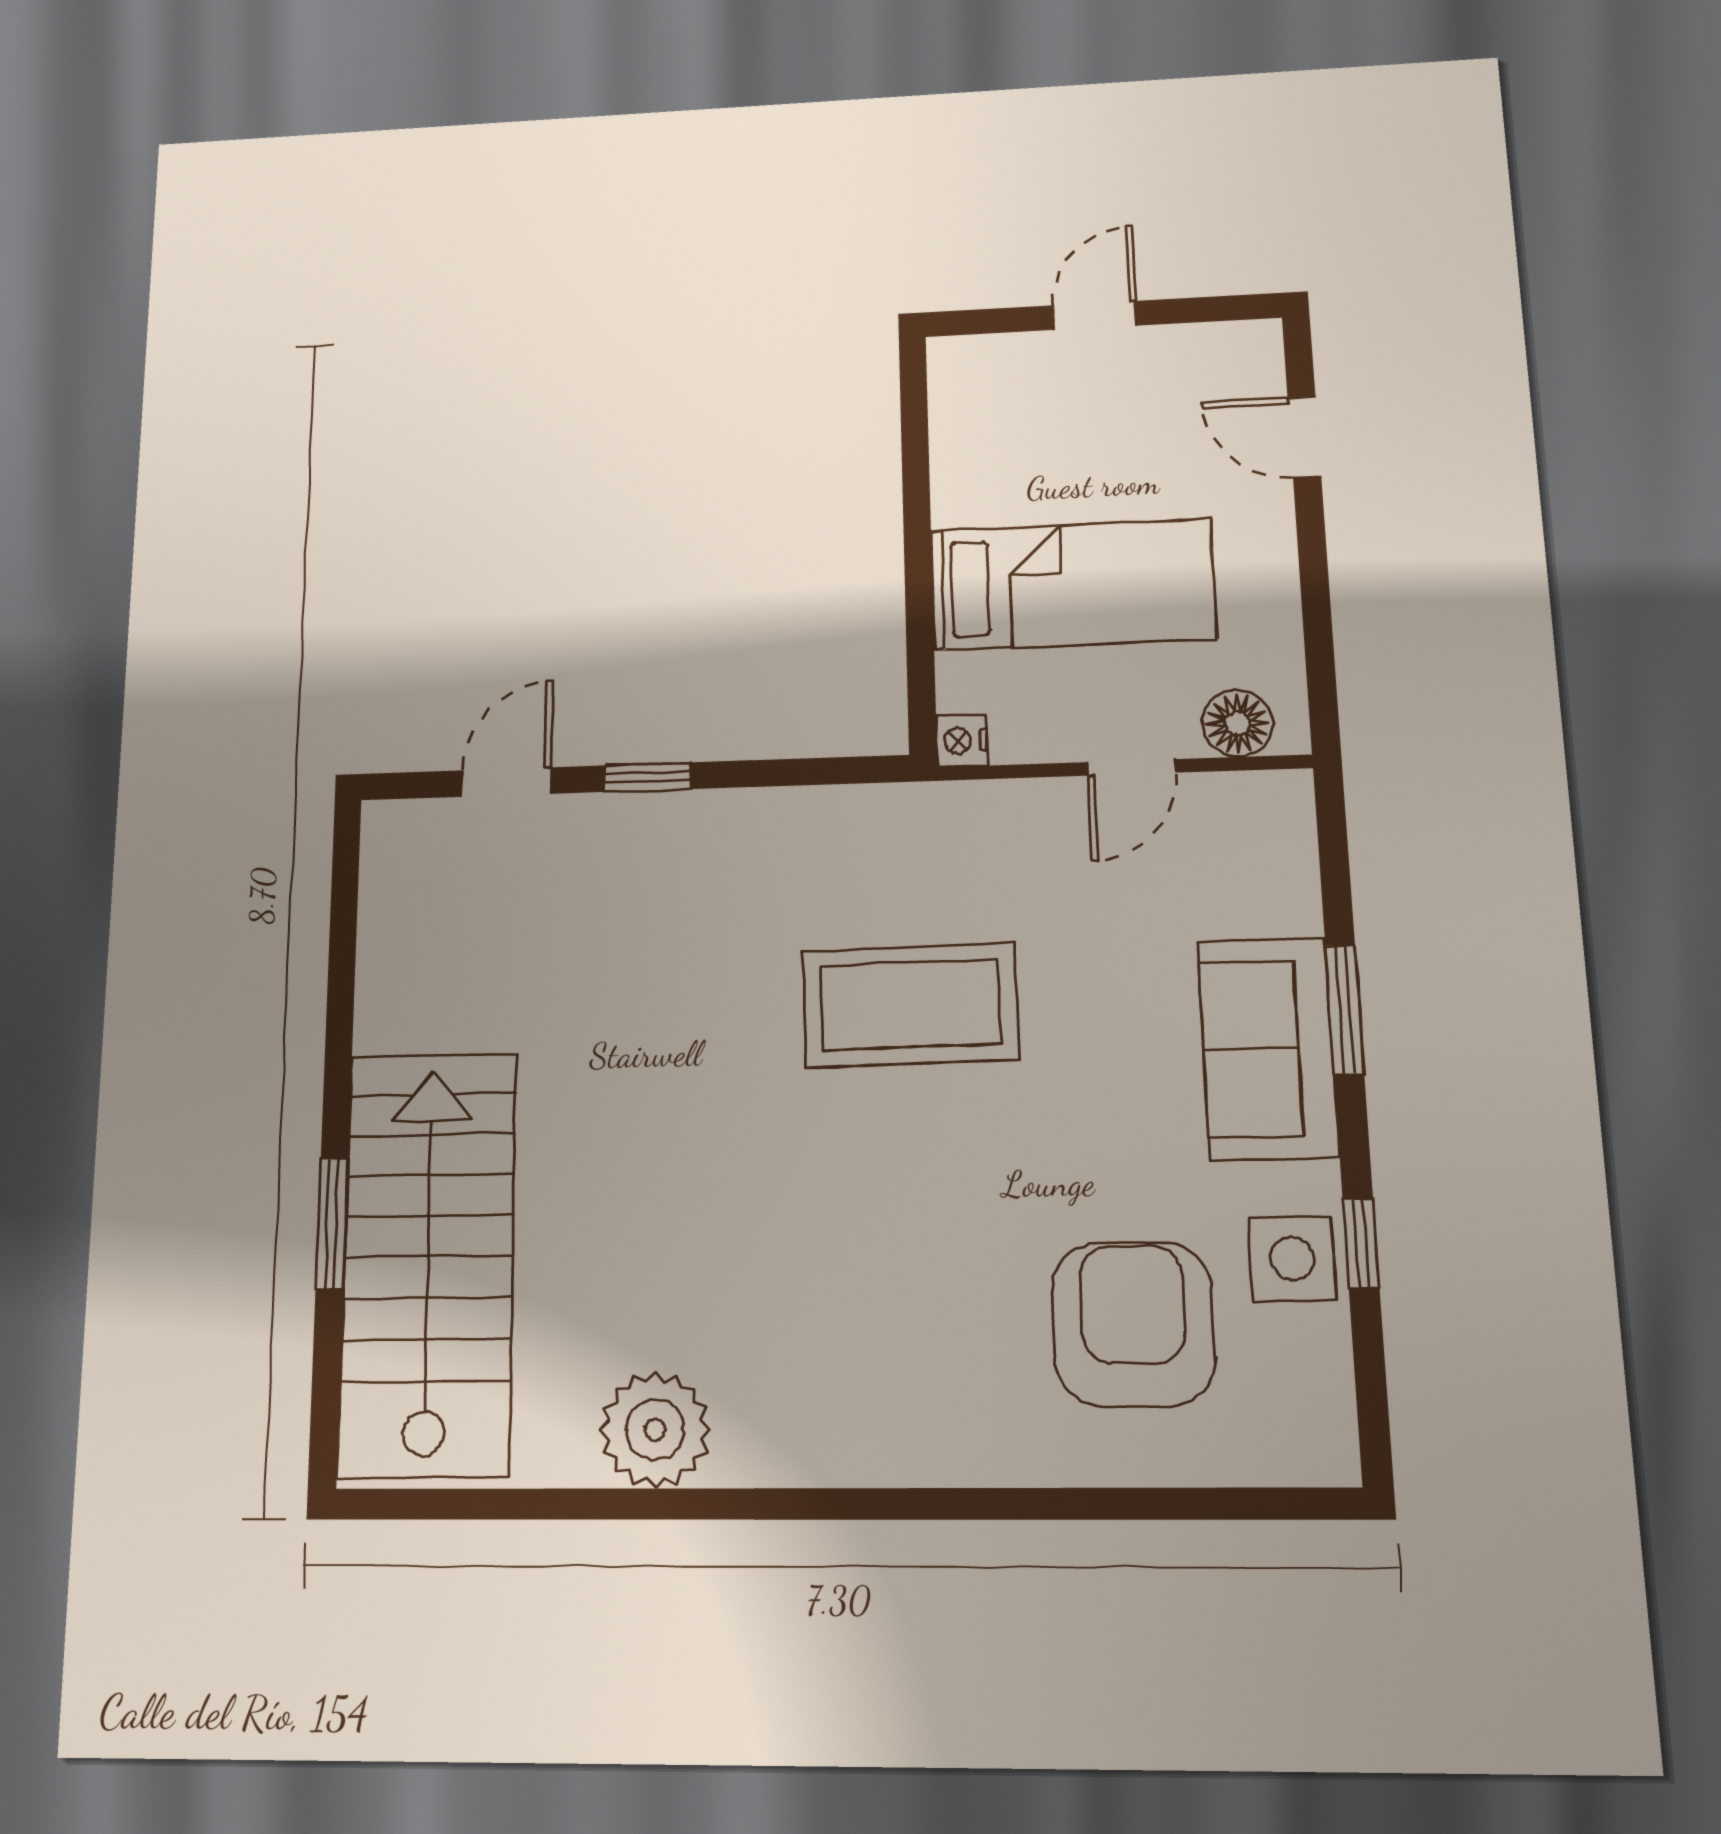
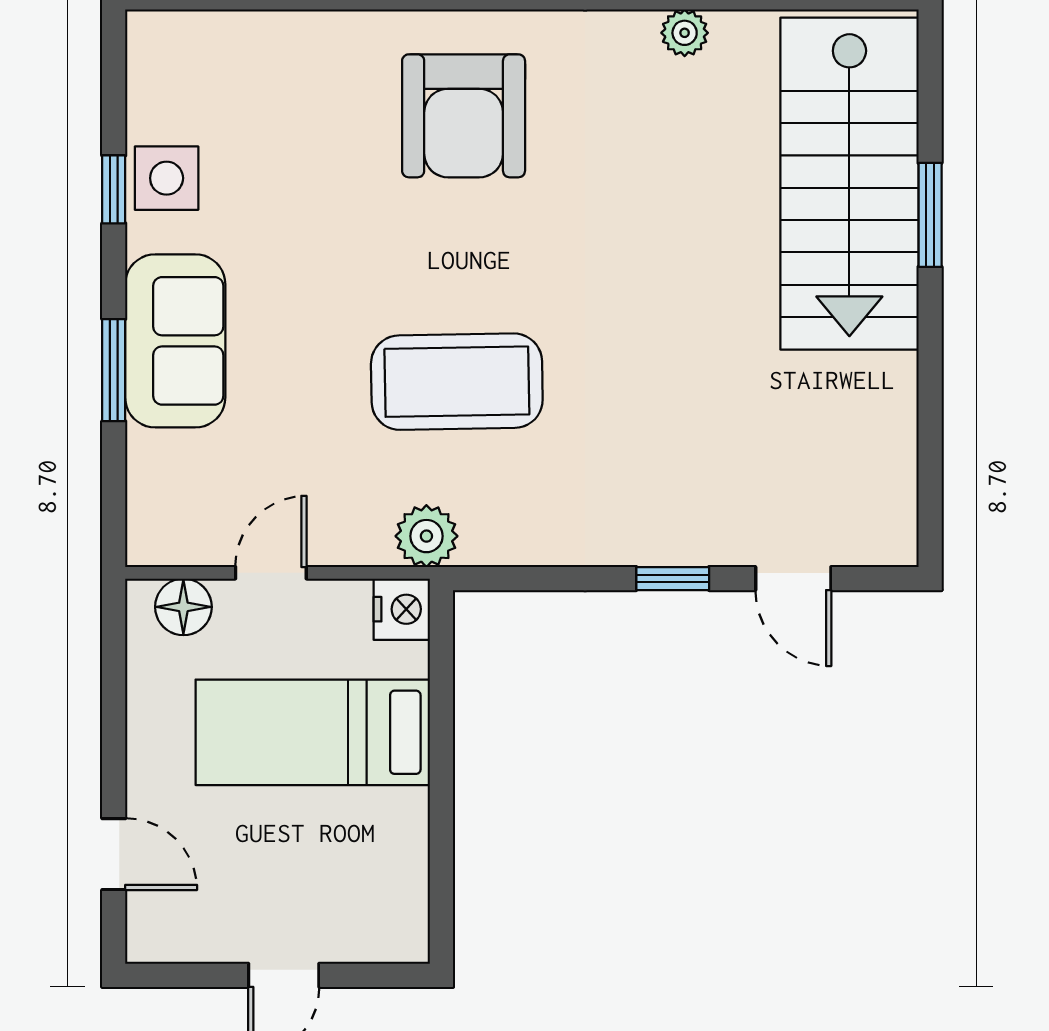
nightstand: (962, 741) -> (402, 609), width x1.39, depth x1.35
door: (506, 782) -> (793, 579), hinge flipped
plant: (943, 817) -> (426, 536), added
armchair: (1133, 1324) -> (464, 116), moved
plant: (655, 1430) -> (685, 33), width x0.53, depth x0.53

